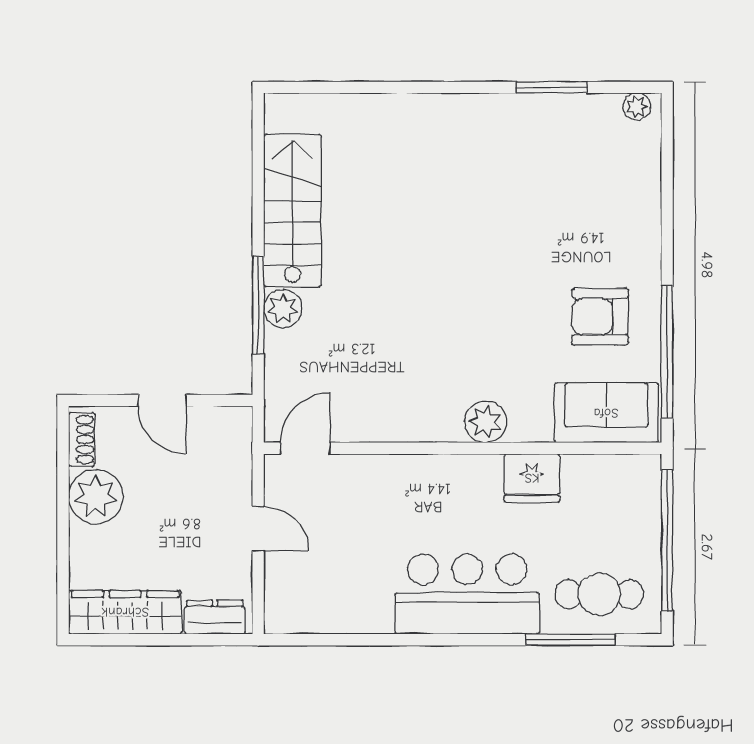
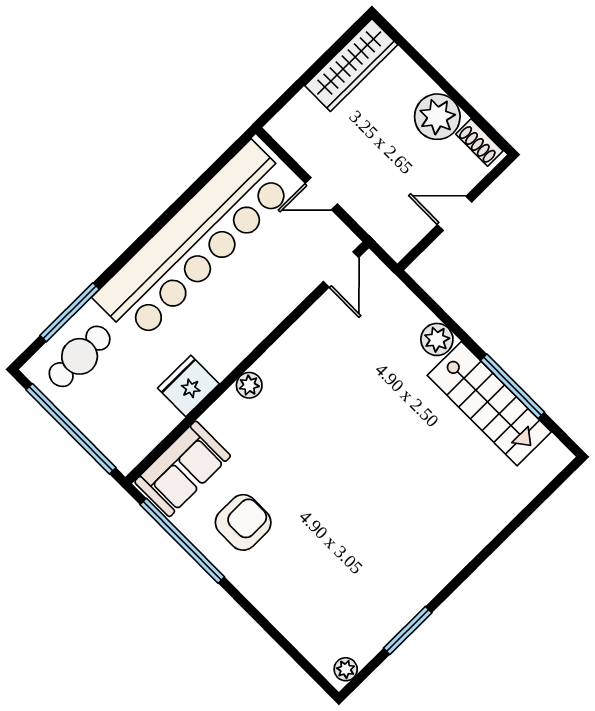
window: (258, 305) -> (512, 386), moved
plant: (486, 422) -> (249, 385), width x0.73, depth x0.73
bar counter: (467, 594) -> (195, 242), width x1.86
dresser: (215, 617) -> (295, 115), removed

